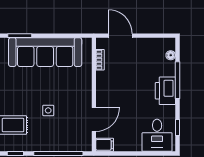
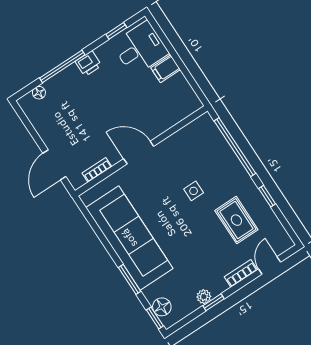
printer: (165, 91) -> (88, 64), width x0.53, depth x0.68
door: (94, 119) -> (139, 152), moved
filing cabinet: (105, 145) -> (166, 69), moved, turned -90

